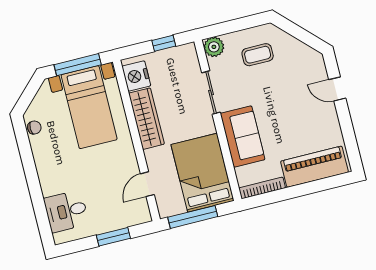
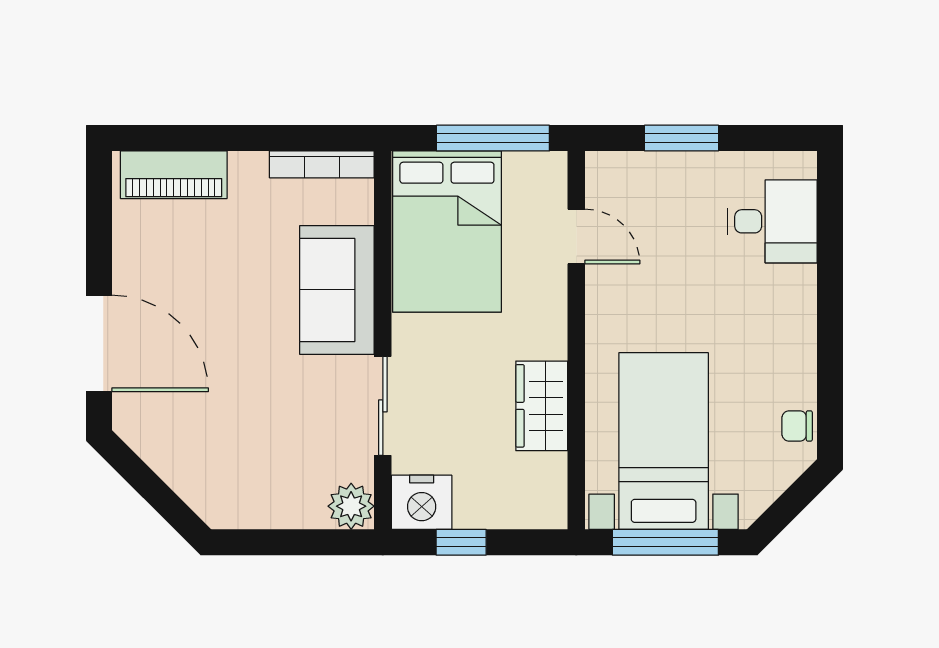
coffee table: (258, 55) -> (258, 464), removed
nightstand: (136, 76) -> (422, 502), moved, turned 90
door: (337, 89) -> (99, 343), width x1.87
wardrobe: (146, 119) -> (542, 406), width x0.67
piano: (314, 167) -> (174, 175), width x0.73, depth x0.75
door: (147, 184) -> (576, 237), hinge flipped

